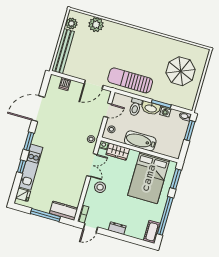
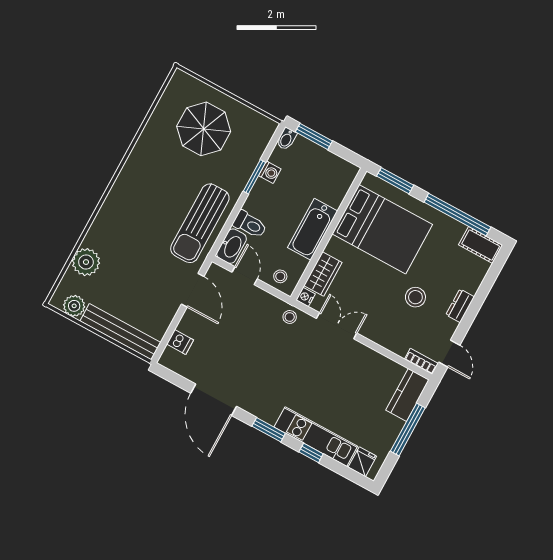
washbasin: (151, 108) -> (232, 246), moved
stool: (100, 187) -> (415, 297), moved

